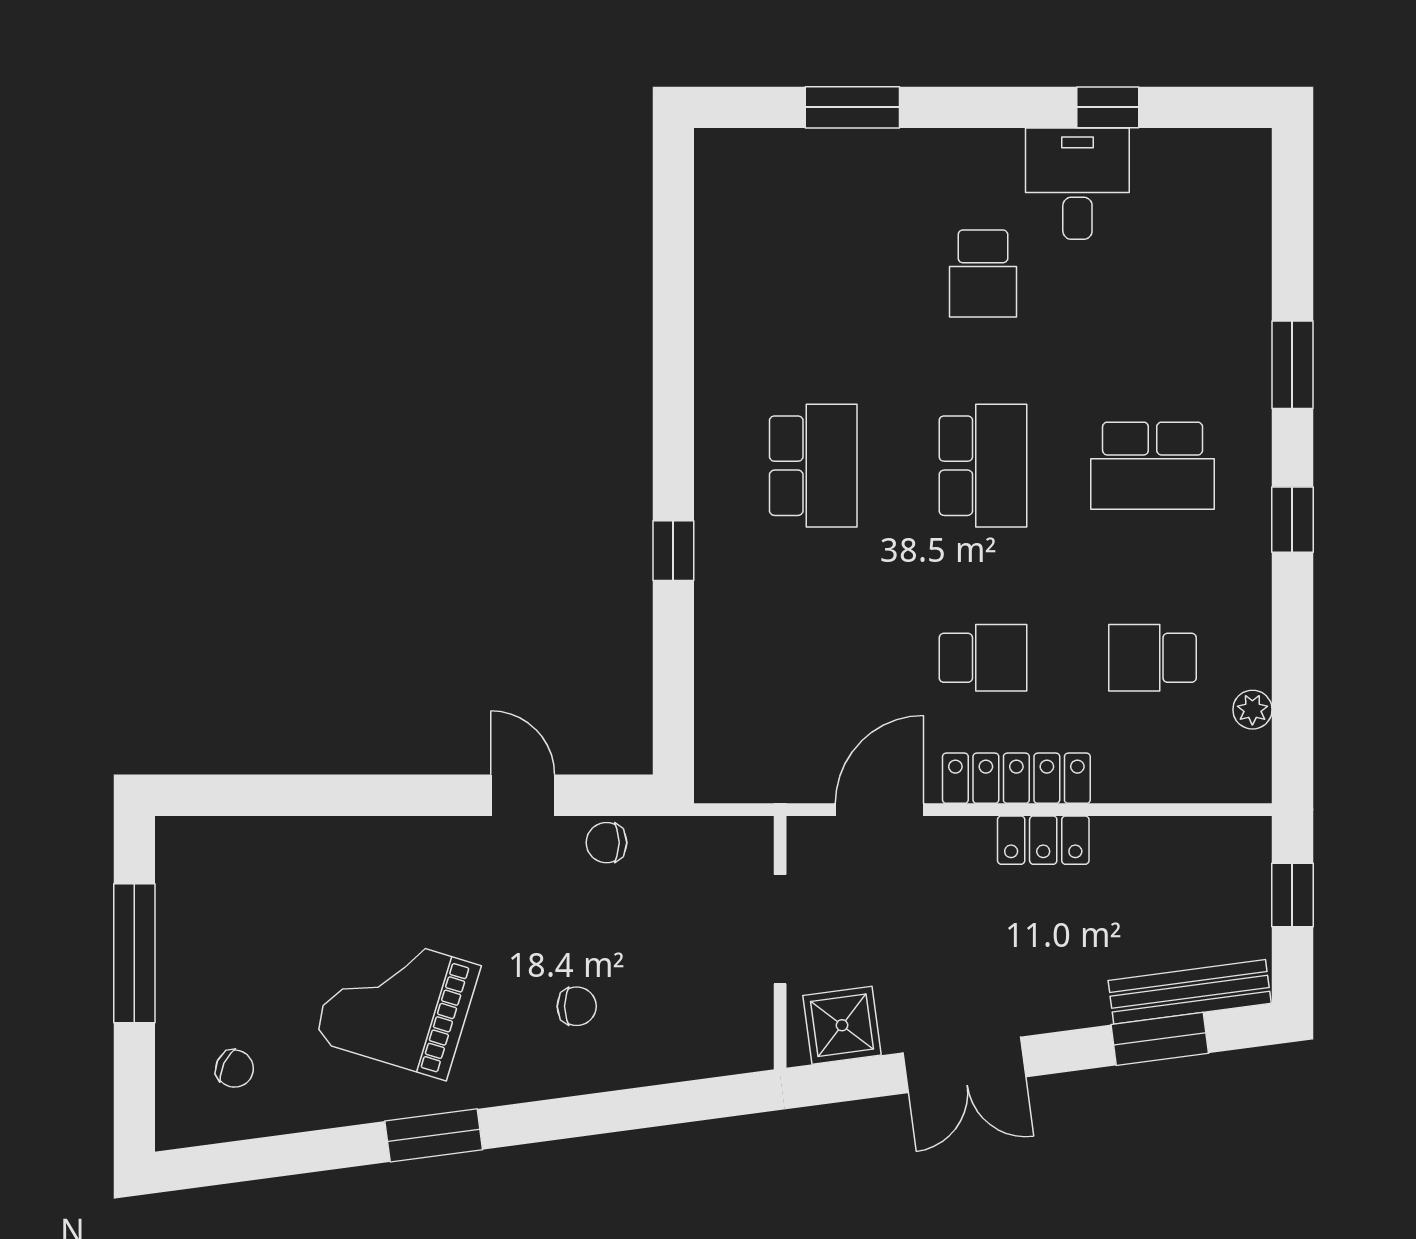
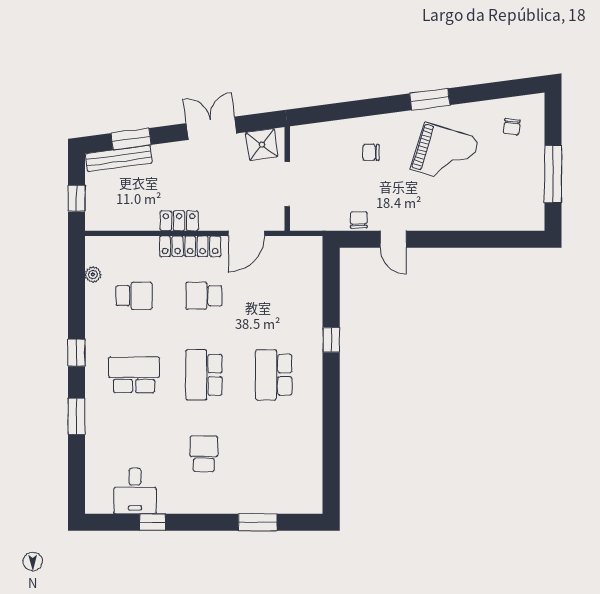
desk: (1077, 184) -> (135, 491), moved
chair: (606, 843) -> (359, 220), turned -90
chair: (235, 1069) -> (512, 127), turned -108

